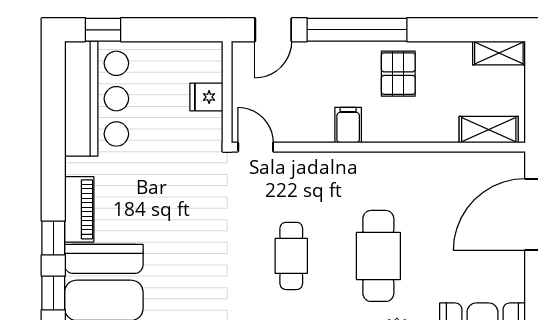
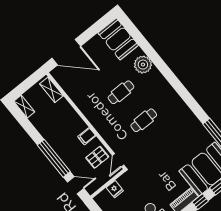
pallet: (398, 74) -> (97, 157), moved
cafe table: (378, 256) -> (121, 92), width x0.73, depth x0.74

